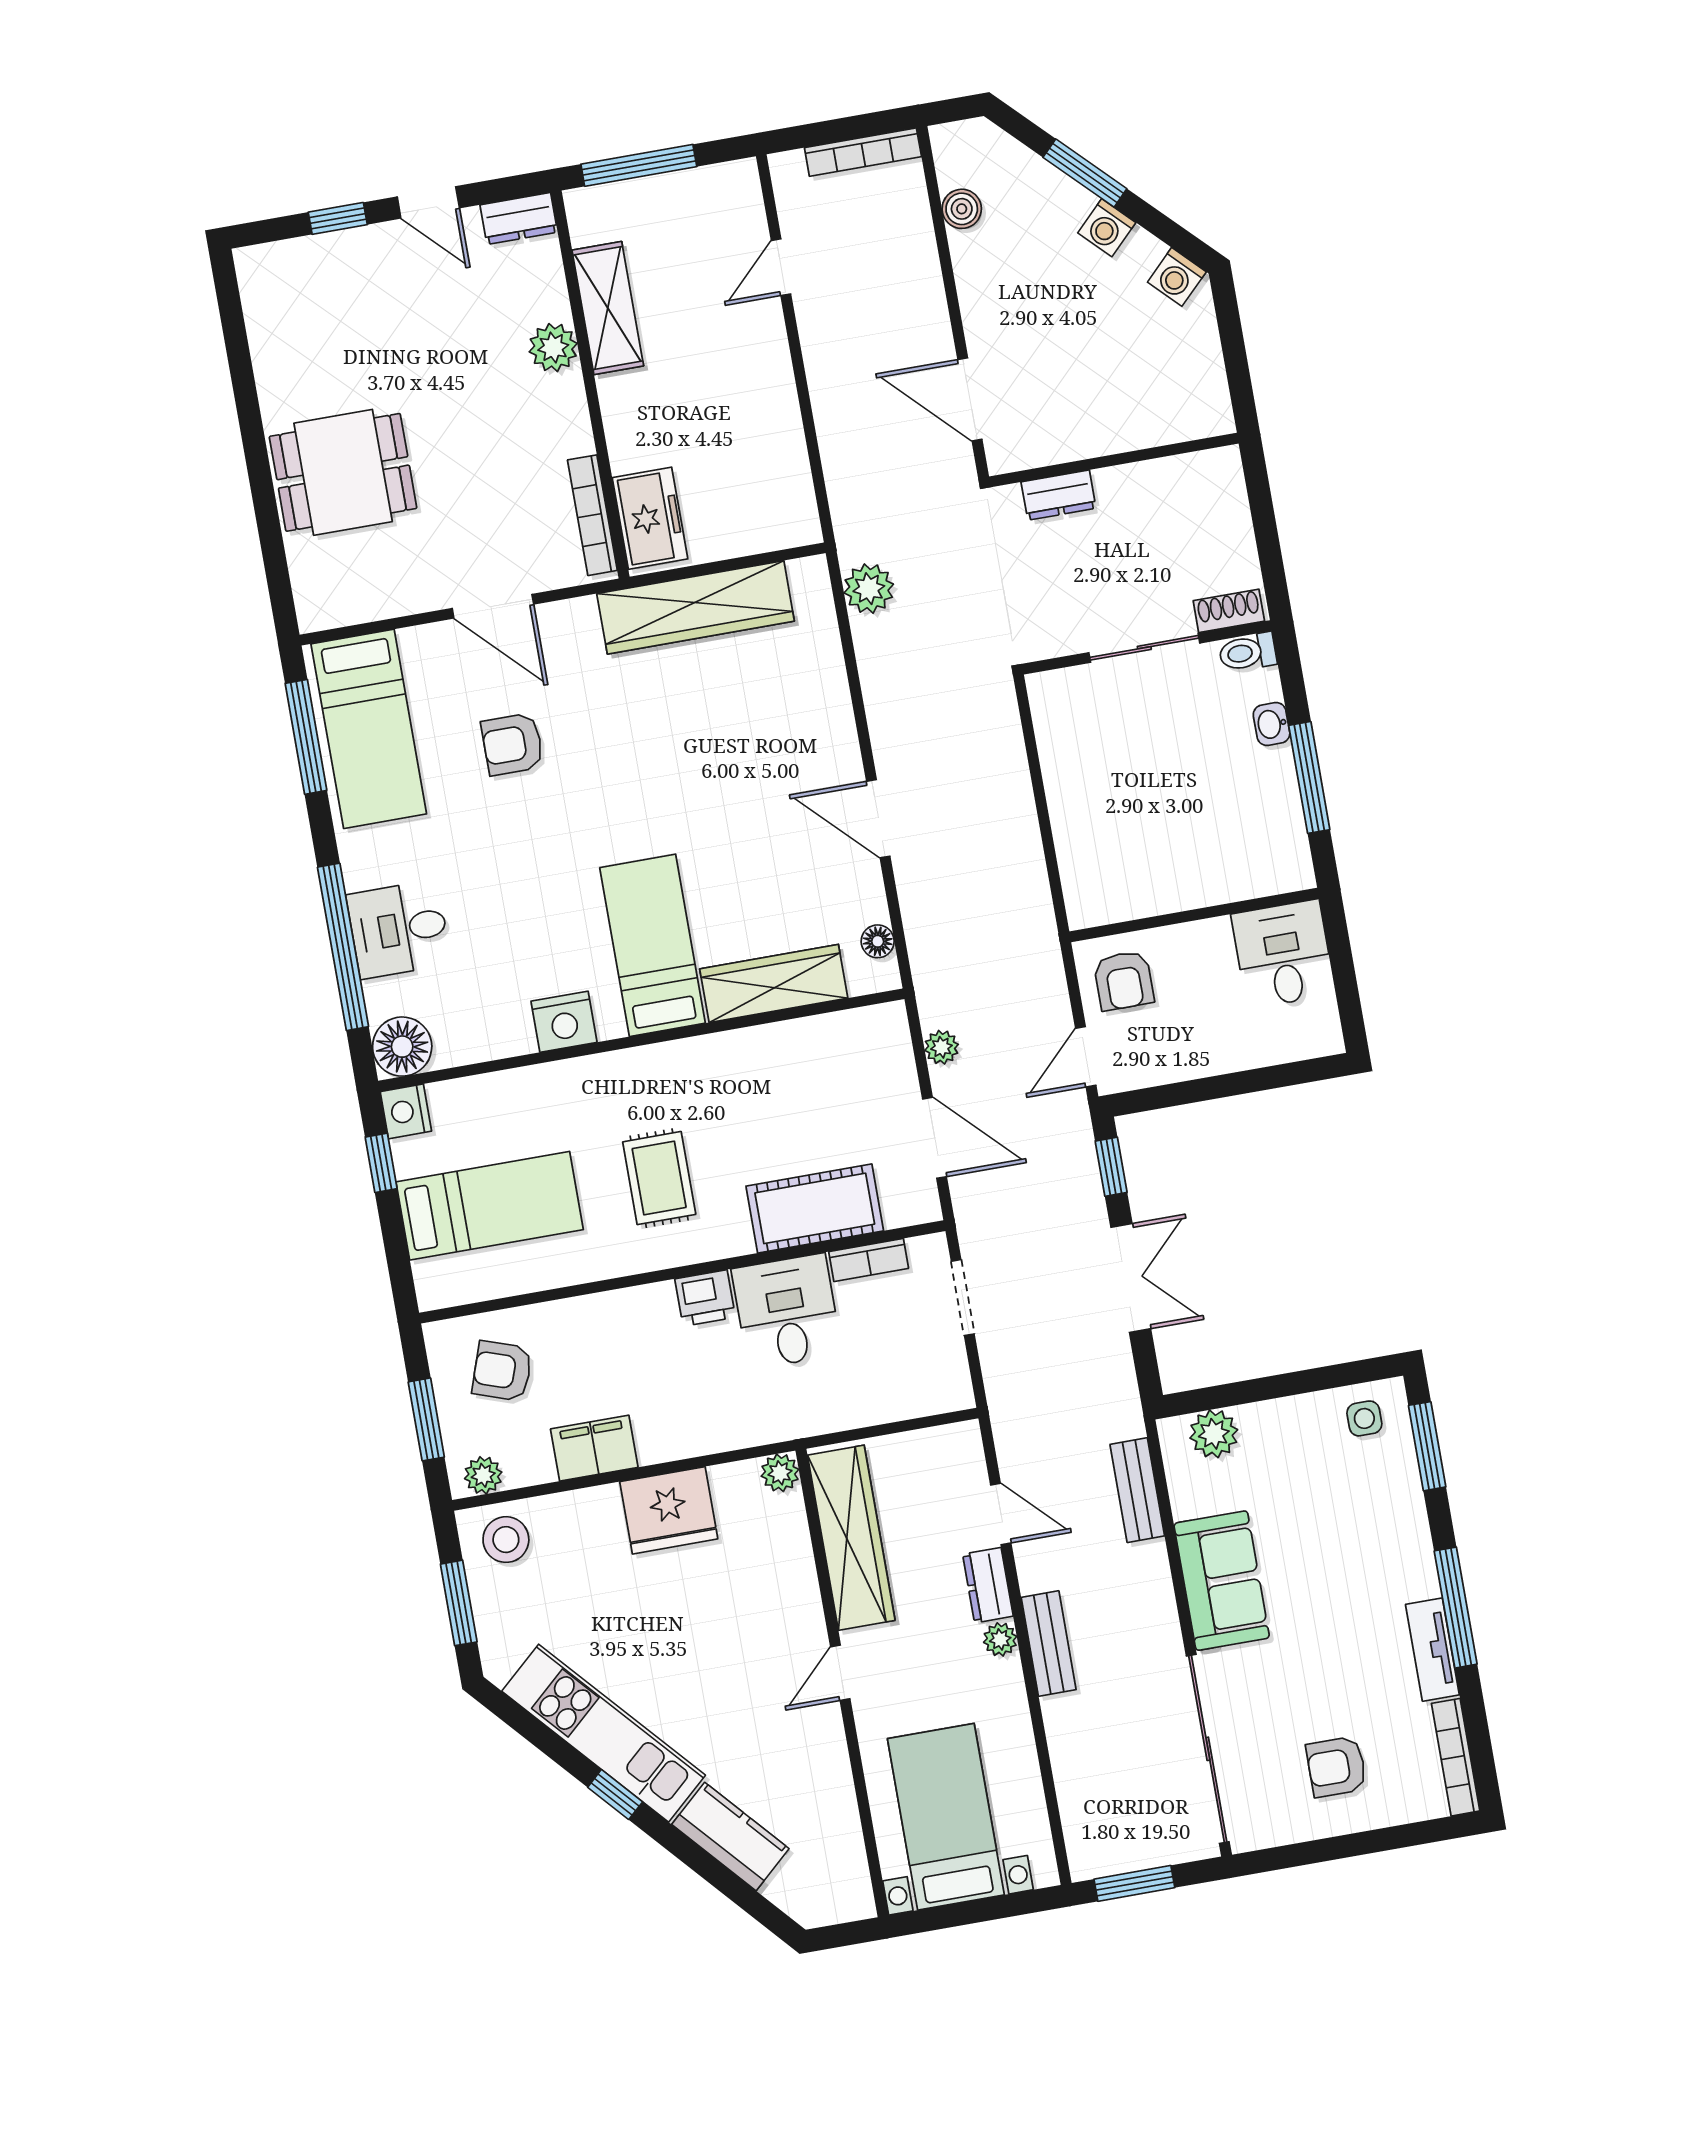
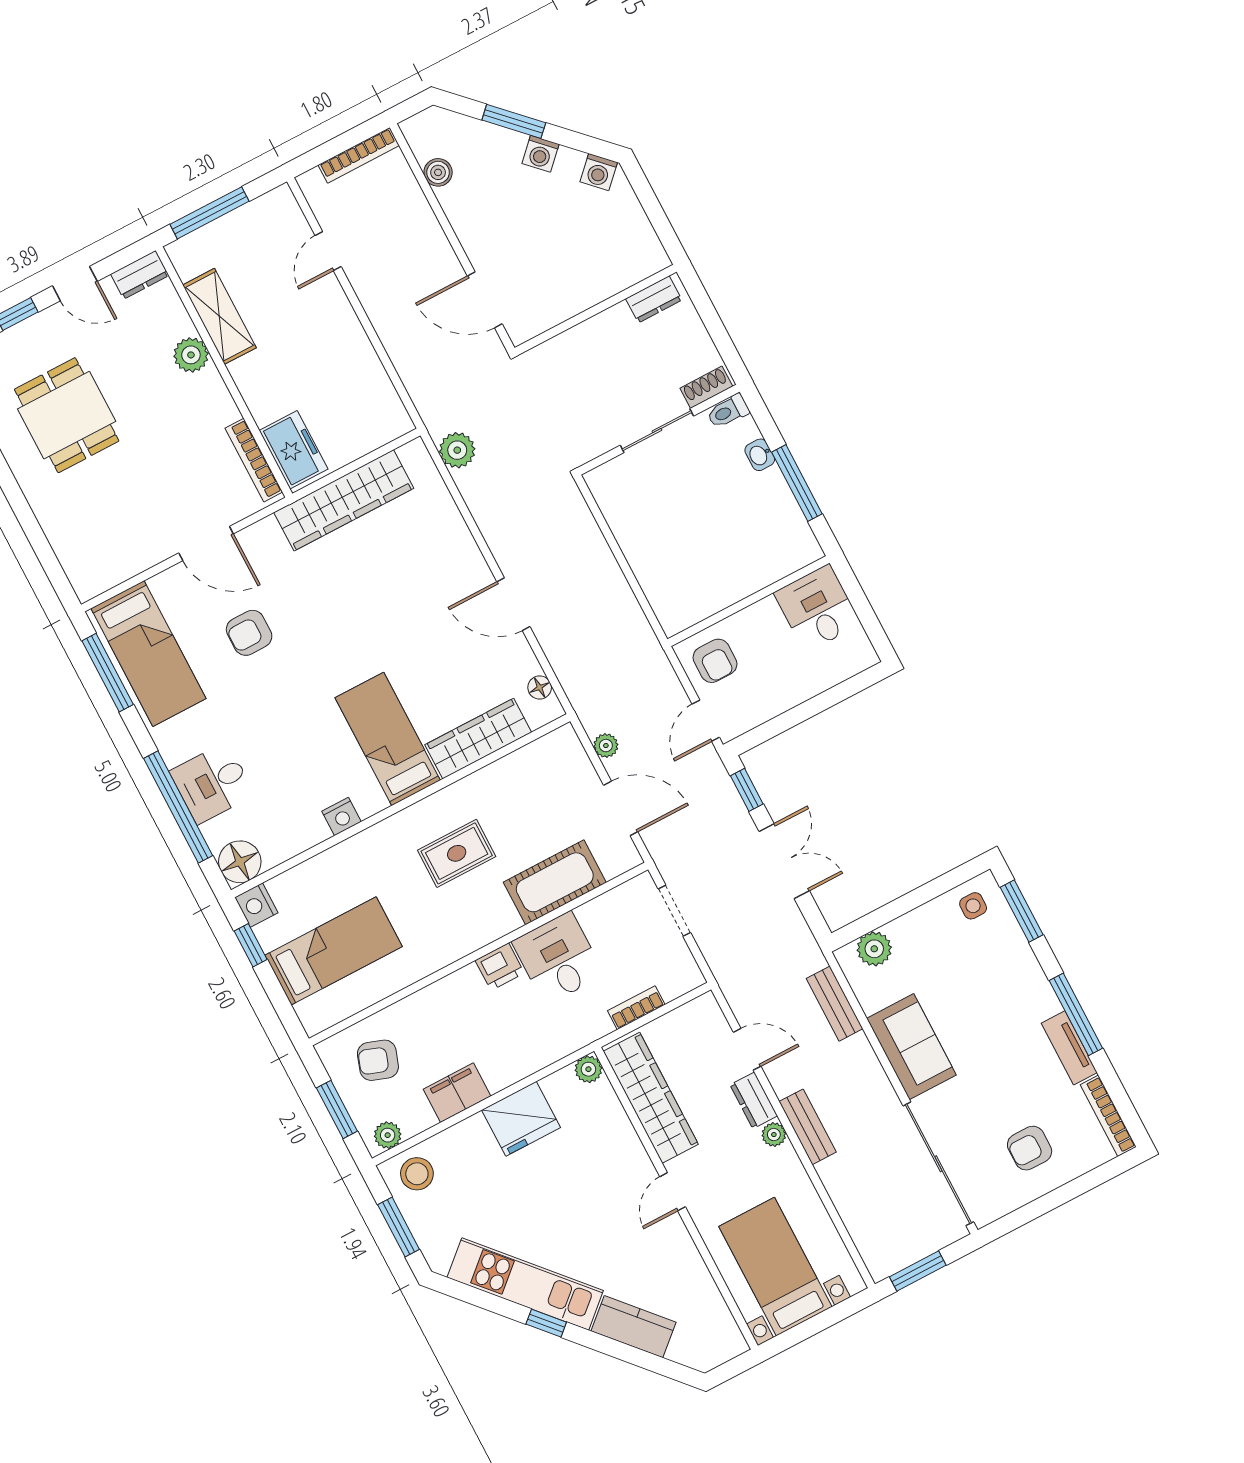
dining table: (343, 472) -> (67, 415), moved, turned 90
dresser: (1059, 495) -> (654, 299), moved
nightstand: (564, 1022) -> (342, 816), width x0.74, depth x0.75
rug: (659, 1178) -> (457, 853), moved, turned 90
bookcase: (869, 1260) -> (636, 1008), moved, turned 180

